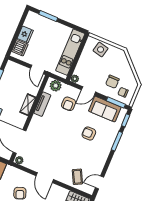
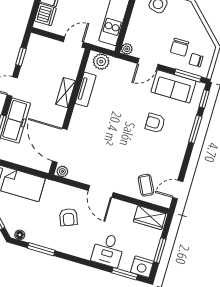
door: (38, 70) -> (73, 42), swing flipped
armchair: (69, 104) -> (122, 85), removed

